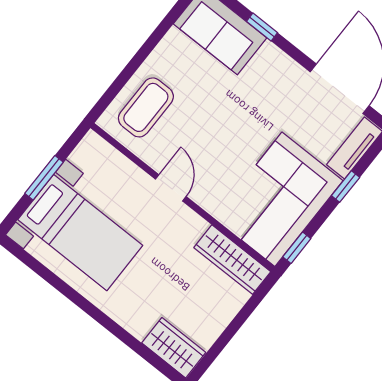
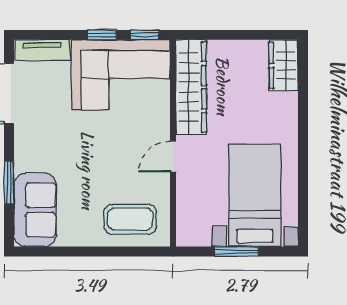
window: (262, 27) -> (9, 183), width x1.50
window: (346, 186) -> (102, 35), moved
wardrobe: (232, 260) -> (191, 87), width x1.40, depth x1.17

